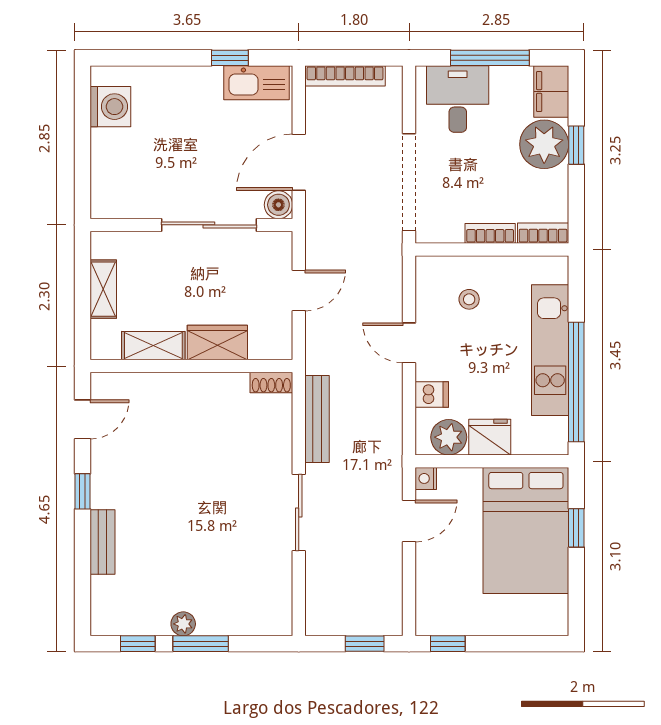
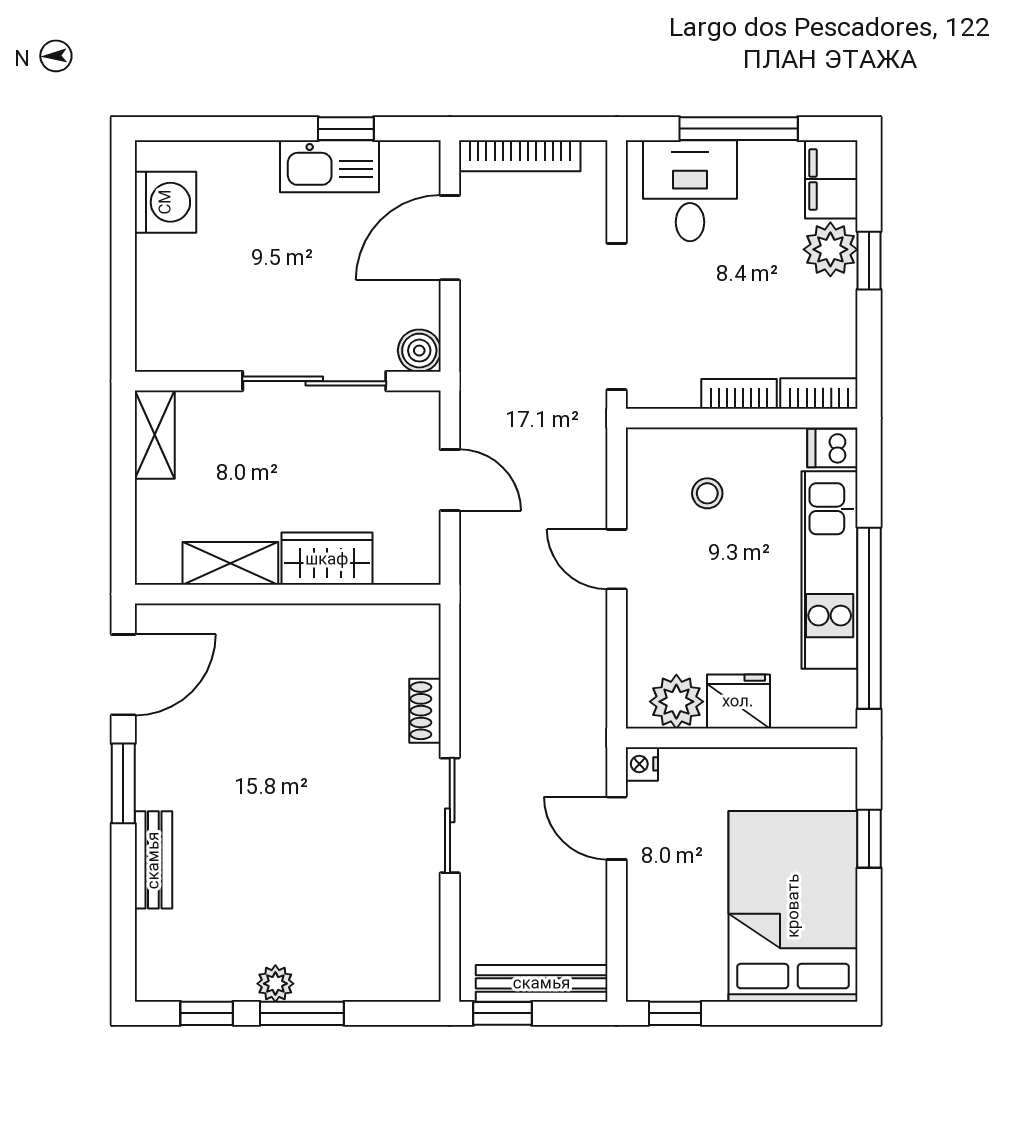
kitchen sink: (257, 83) -> (329, 166), moved
plant: (544, 144) -> (830, 249), width x0.73, depth x0.73
door: (299, 162) -> (450, 238), moved
shelving: (103, 289) -> (155, 435), moved
door: (299, 291) -> (450, 480), hinge flipped
shoe rack: (271, 383) -> (425, 711), moved, turned 90
dishwasher: (432, 394) -> (832, 448), moved, turned 180
door: (82, 419) -> (123, 675), width x1.38
bench: (317, 419) -> (542, 983), moved, turned 90
window: (82, 491) -> (123, 783), width x1.50
door: (409, 521) -> (617, 828), swing flipped
bed: (526, 530) -> (793, 906), moved, turned 180
window: (365, 644) -> (503, 1013), moved

